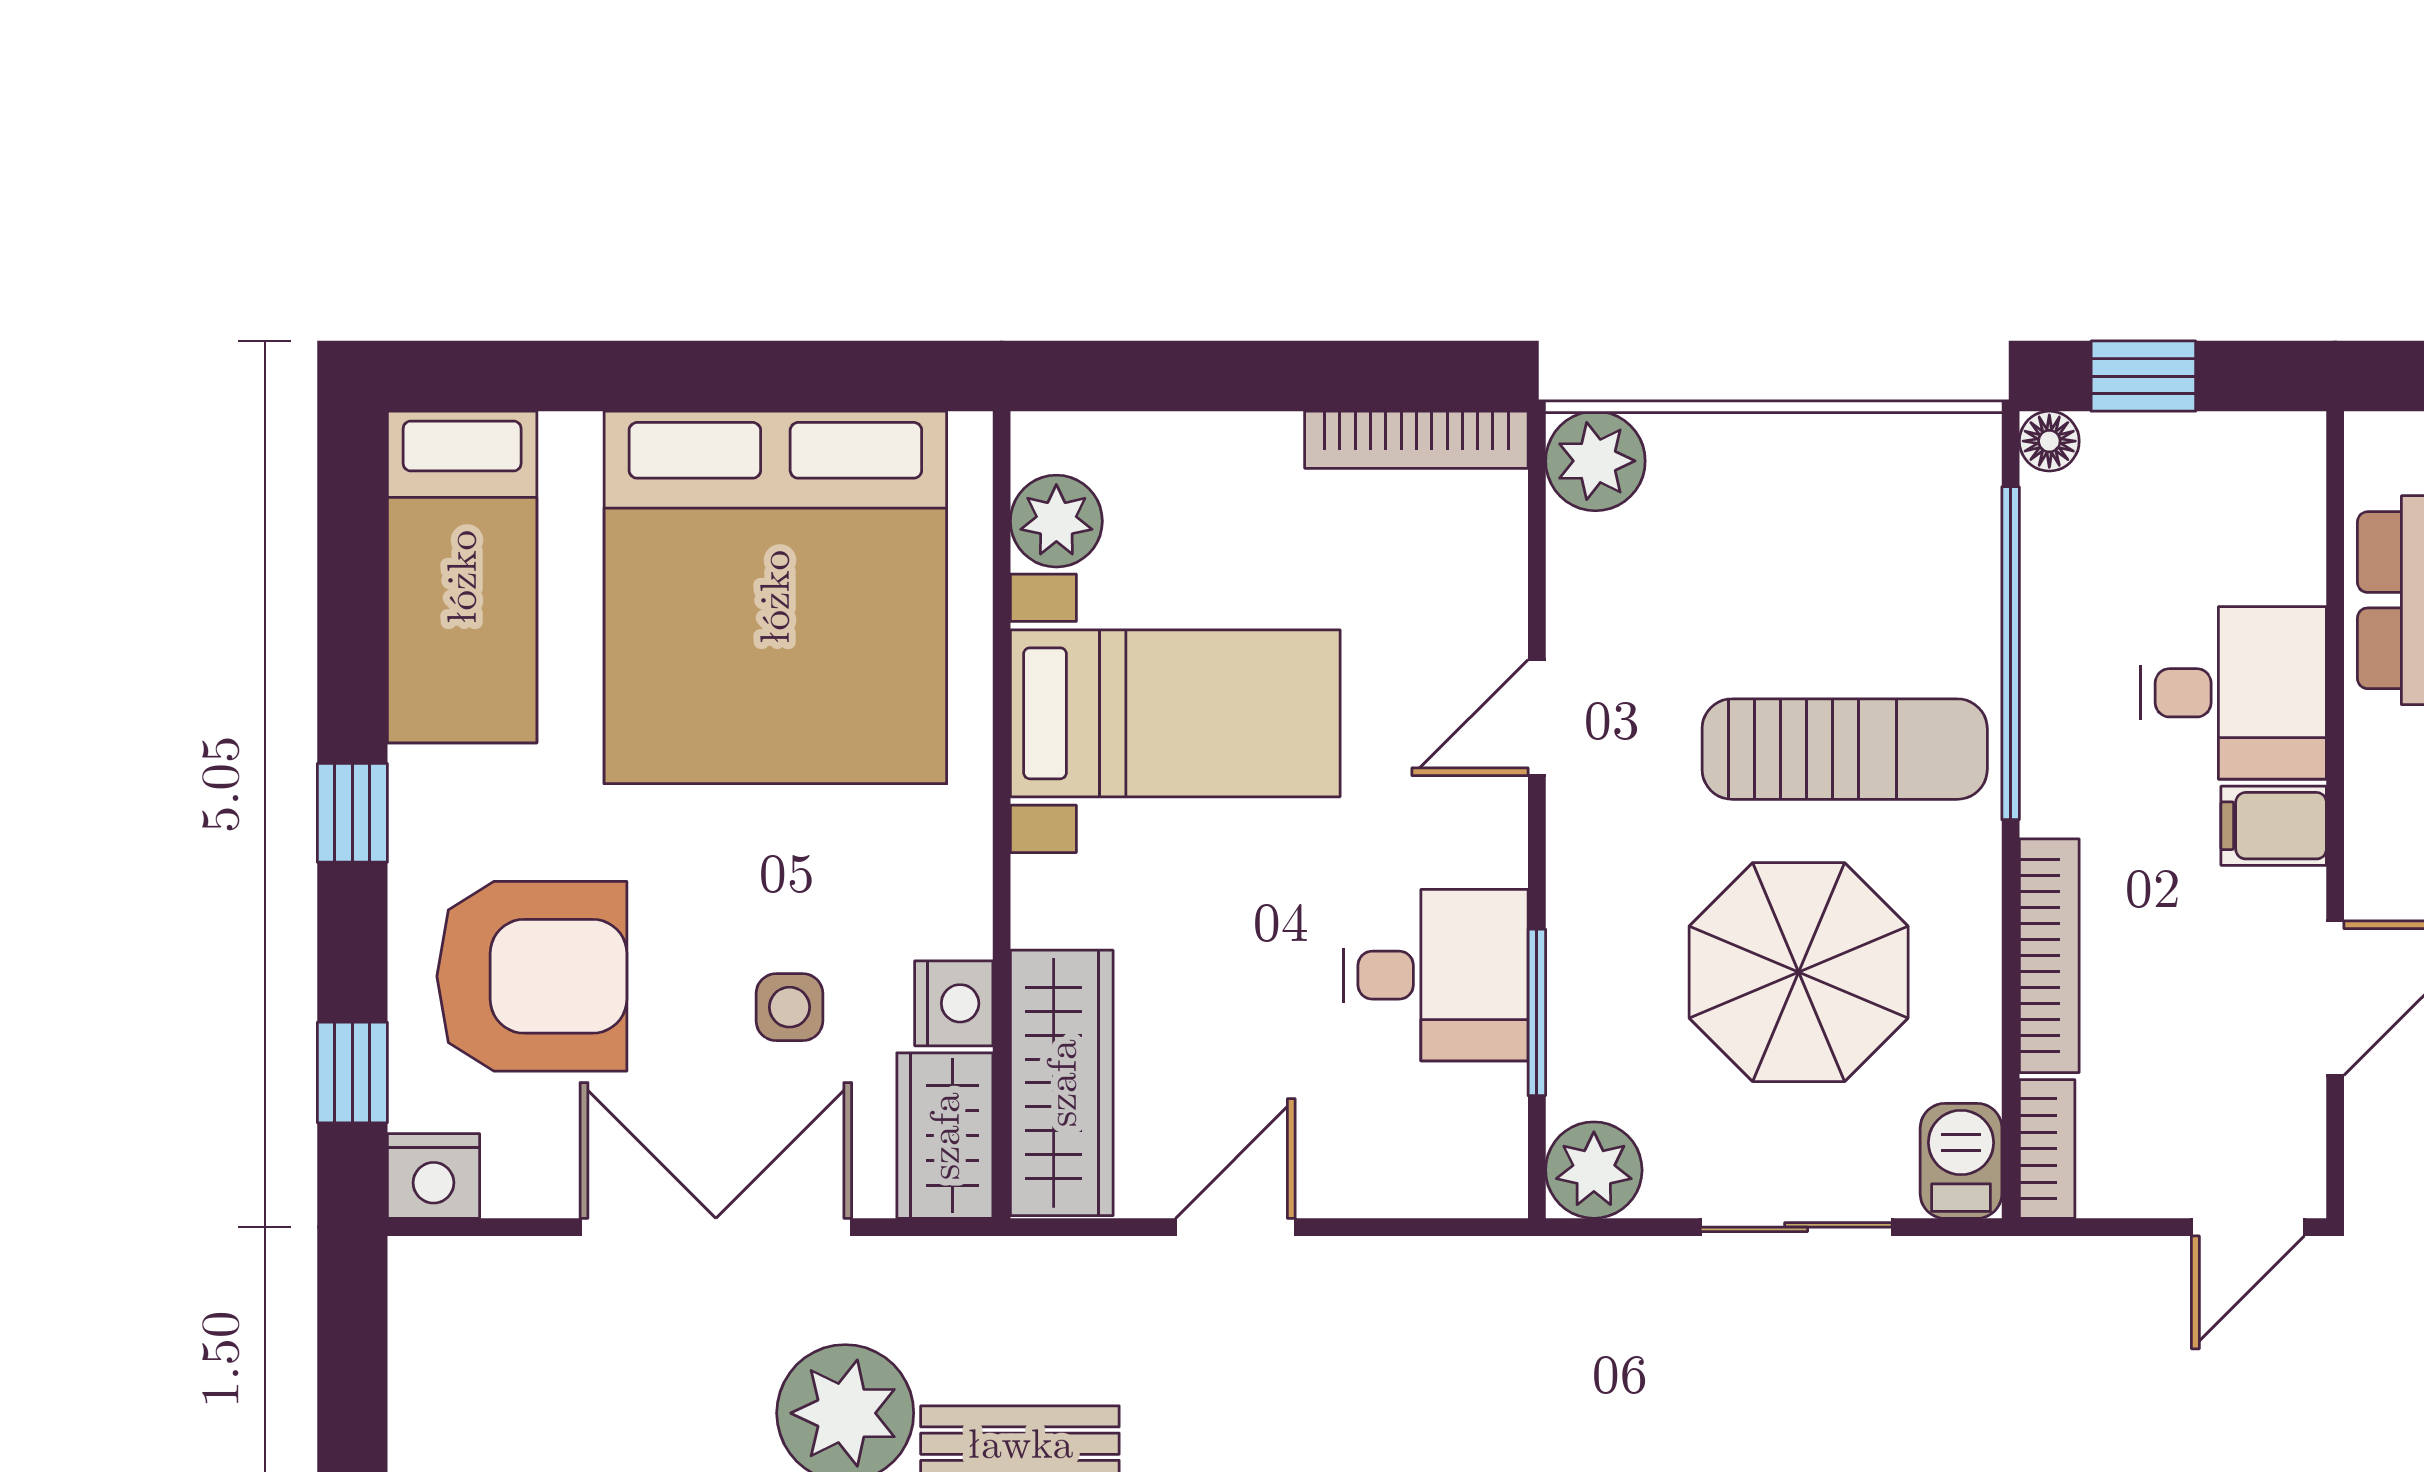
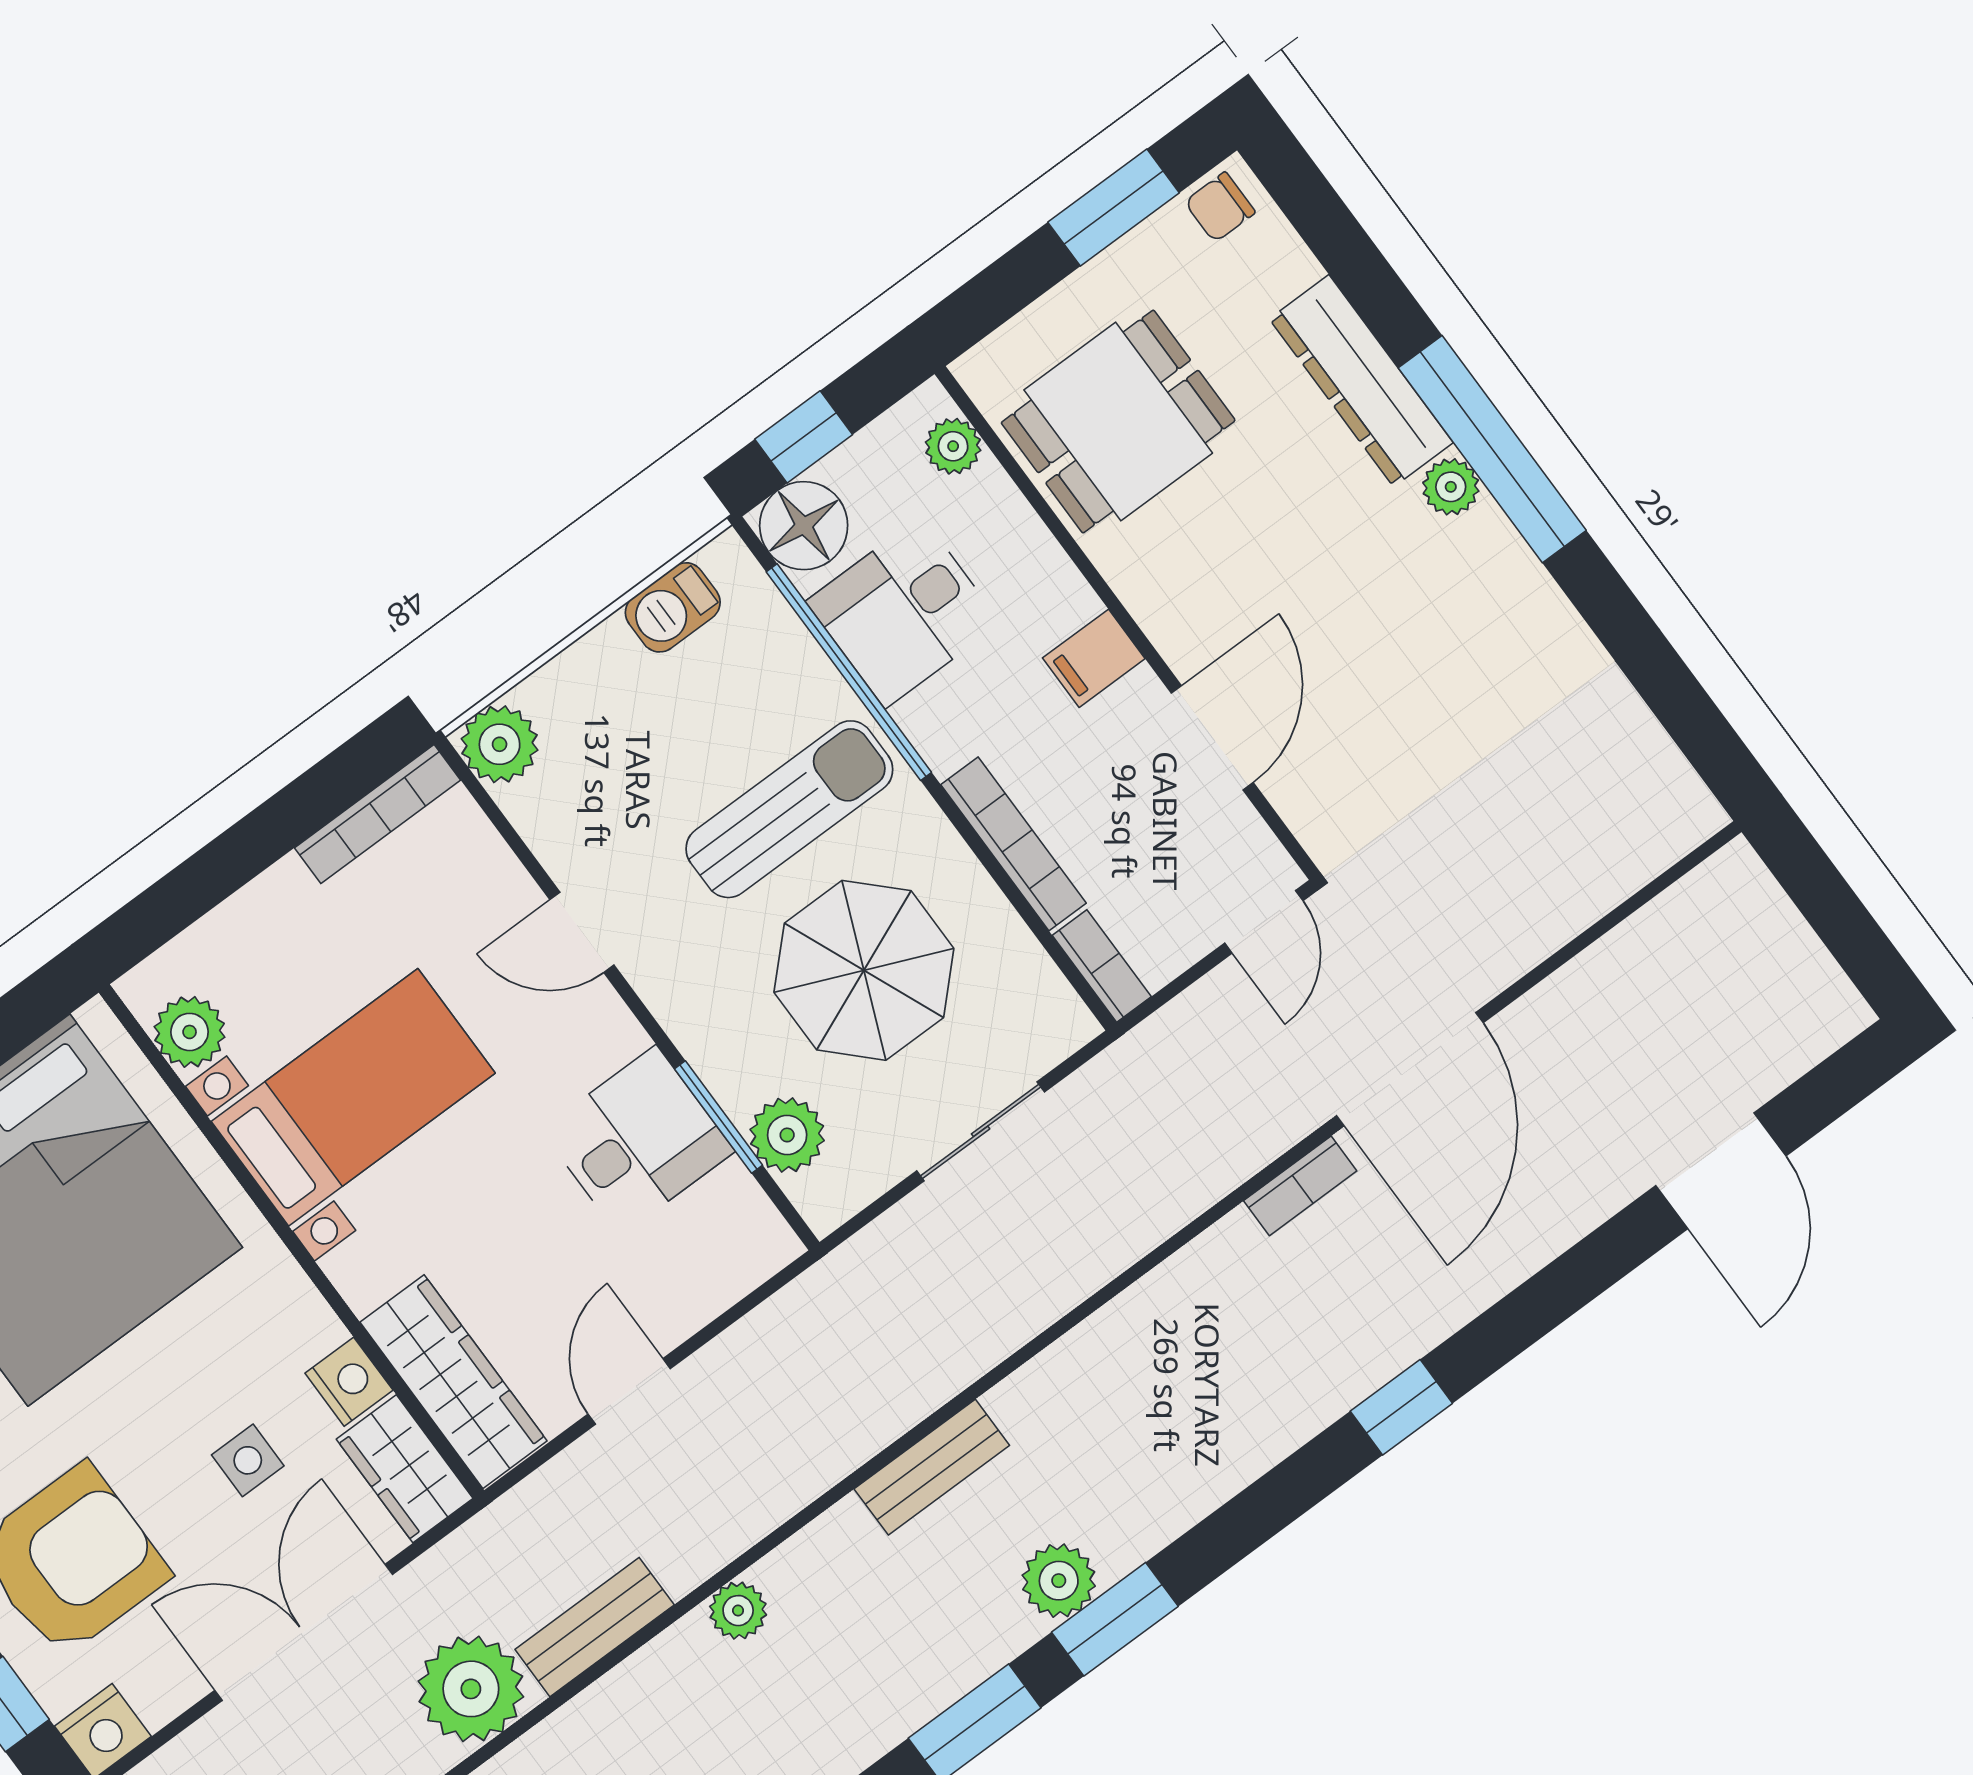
floor lamp: (2049, 441) -> (804, 526), width x1.89, depth x1.89
plant: (2290, 500) -> (953, 446), added
desk: (2233, 693) -> (903, 612), moved, turned 180
door: (1537, 718) -> (582, 932), hinge flipped
barbecue: (1961, 1161) -> (673, 607), moved, turned -90
plant: (1594, 1170) -> (787, 1135), moved

